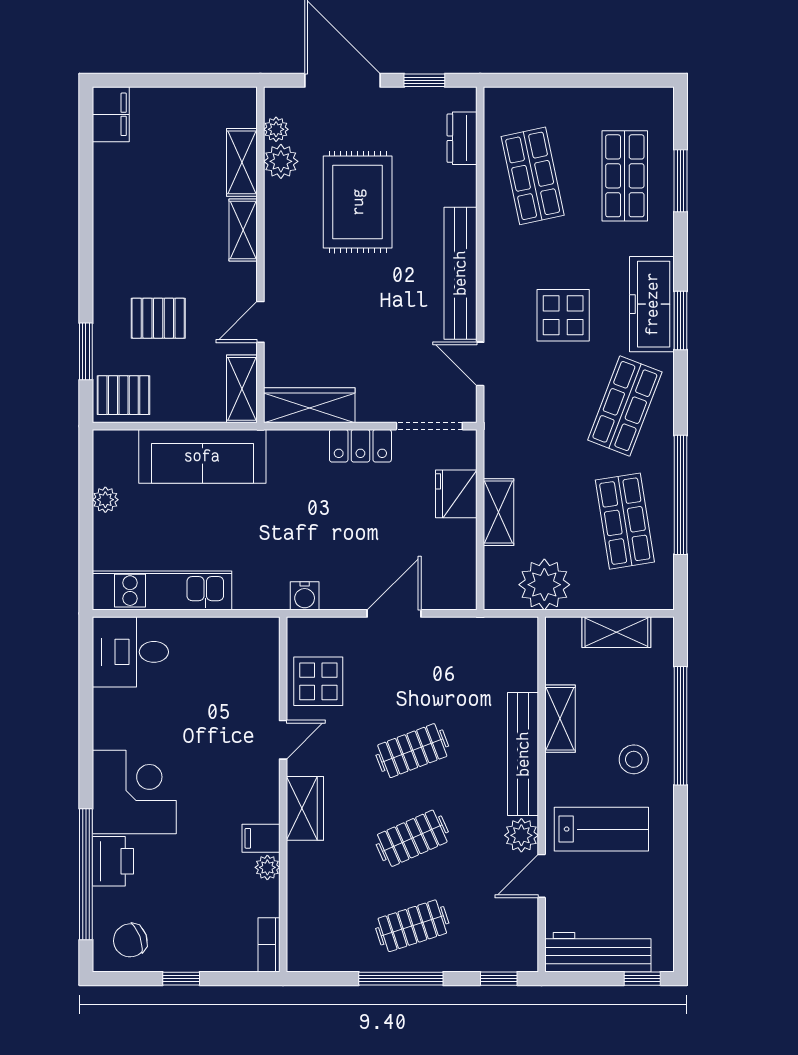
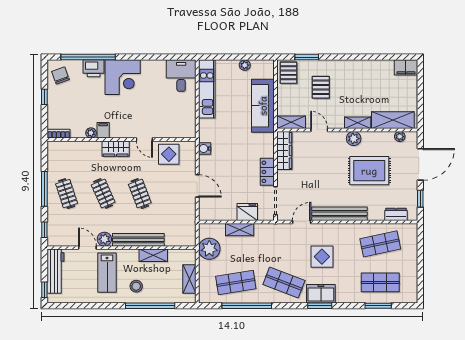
plant: (281, 161) -> (354, 139), moved
shelving: (242, 162) -> (393, 120), width x1.50, depth x1.33
freezer: (652, 304) -> (321, 294), width x0.71

